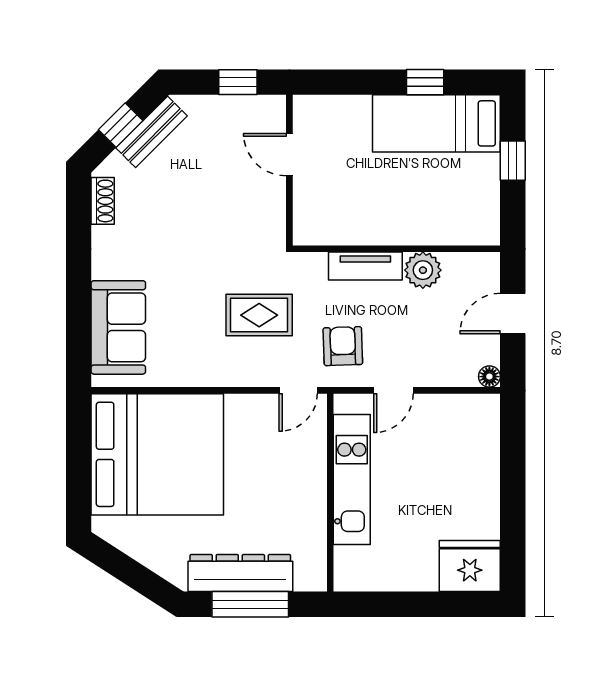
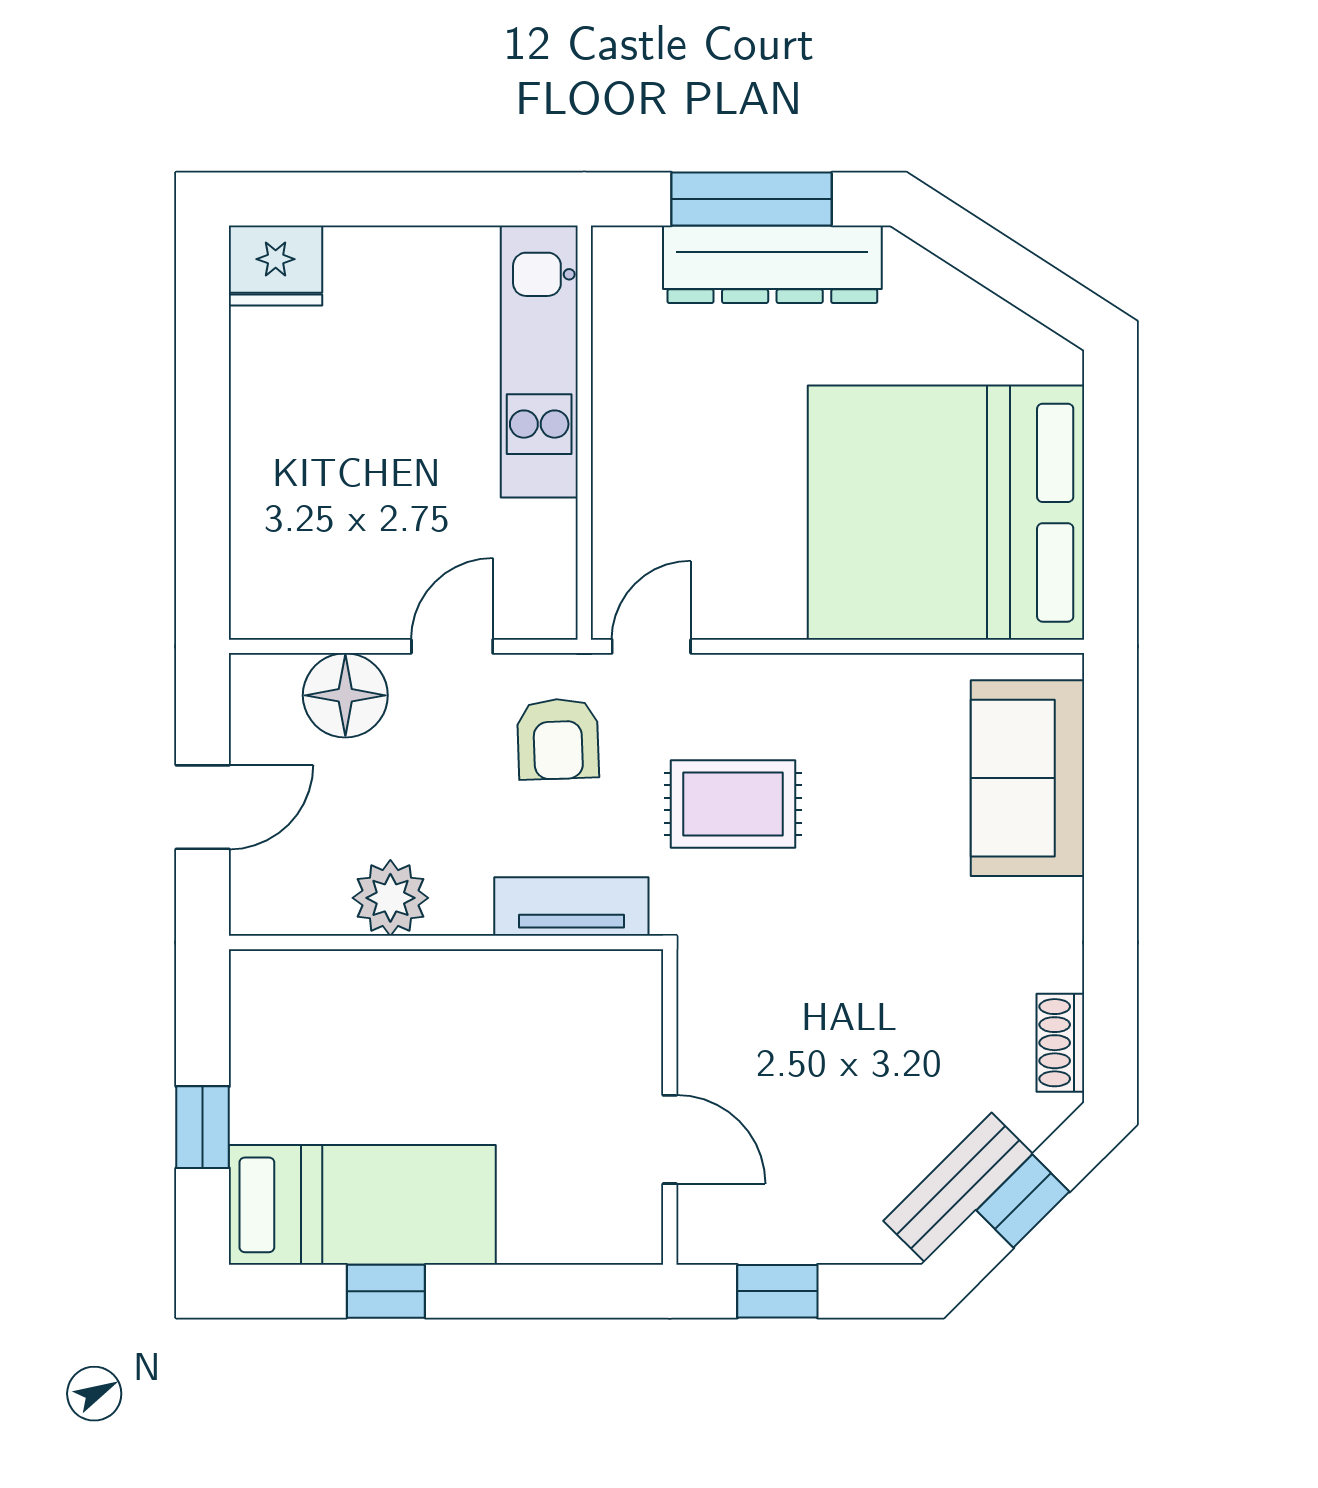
tv unit: (365, 266) -> (571, 907), moved
floor lamp: (489, 377) -> (345, 695), moved, width x1.89, depth x1.89
kitchen unit: (352, 480) -> (539, 361), moved
fridge: (470, 566) -> (276, 265), width x0.73, depth x0.75

